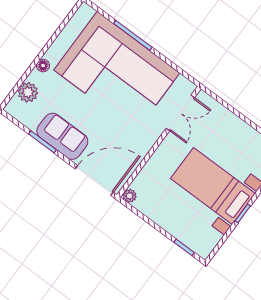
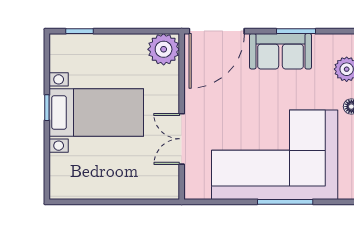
double door: (180, 113) -> (182, 139), moved
plant: (130, 196) -> (164, 49), width x1.87, depth x1.87

